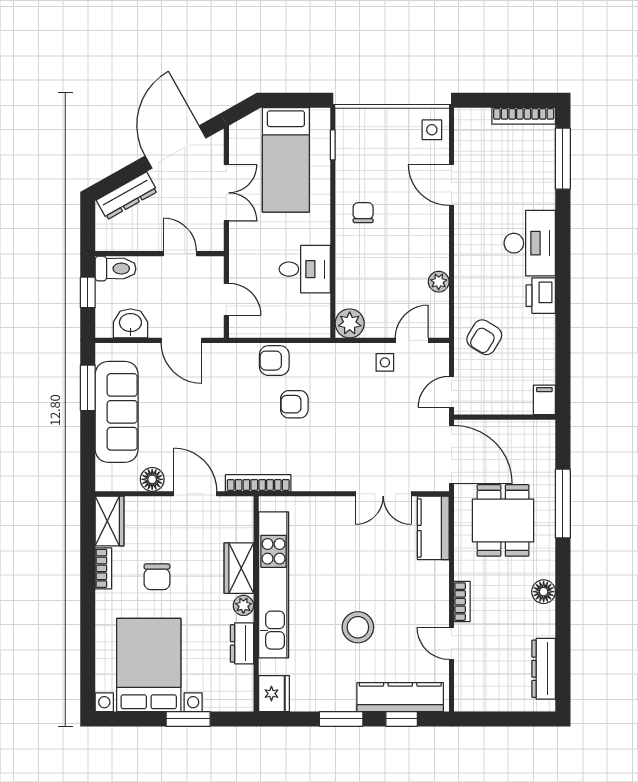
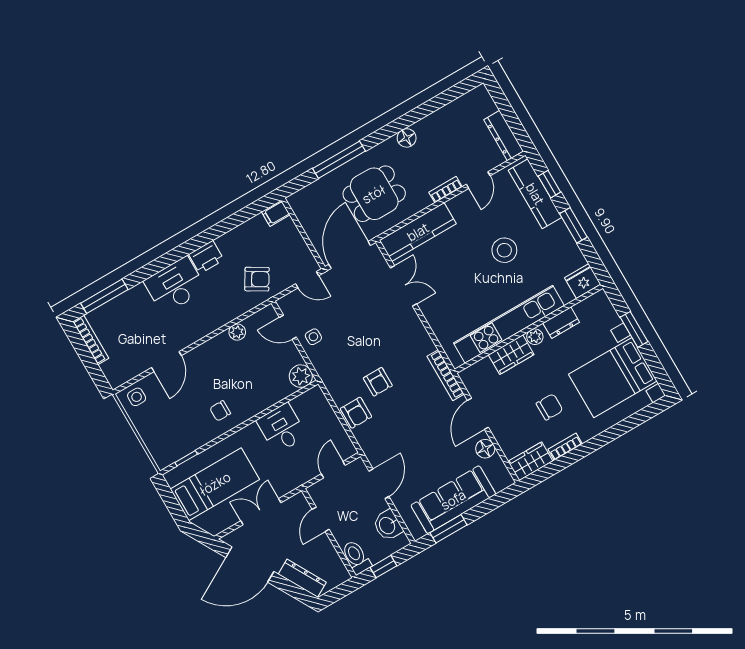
kitchen counter: (433, 528) -> (418, 232), width x1.50
dresser: (544, 669) -> (504, 136), moved, turned 90

